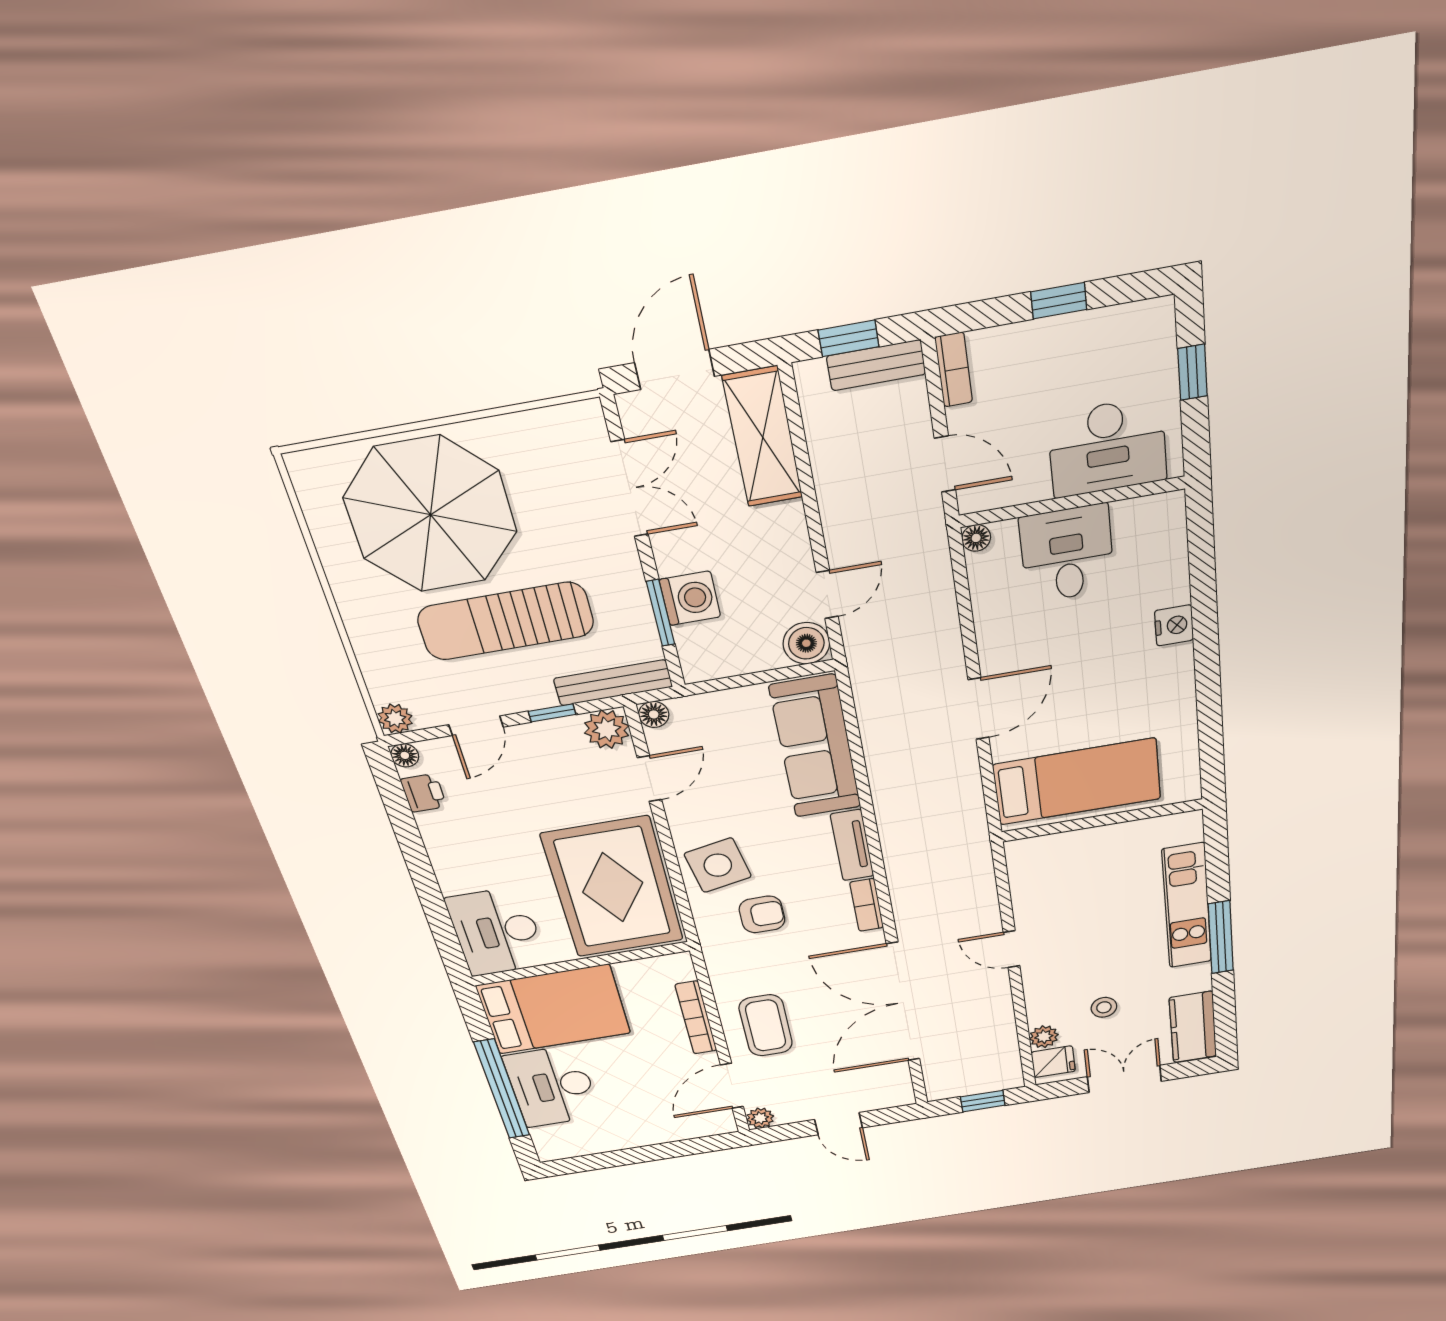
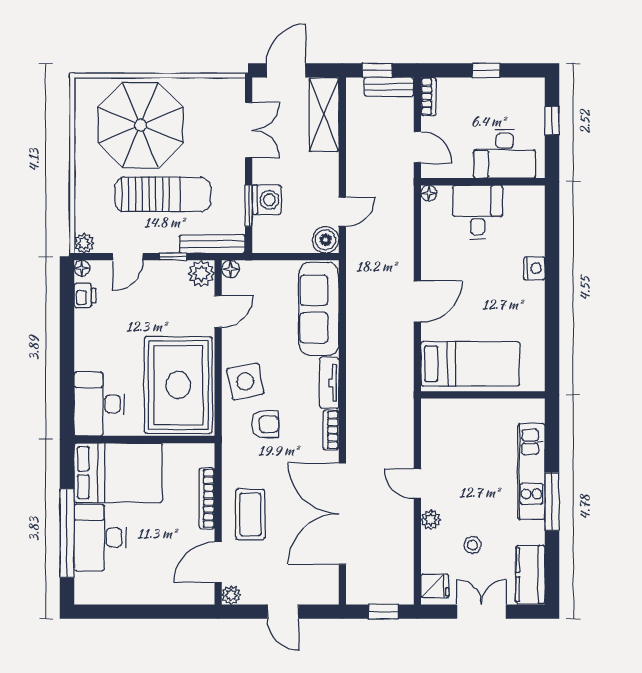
sun lounger: (506, 621) -> (163, 194), turned 180
plant: (1044, 1037) -> (431, 520), moved

